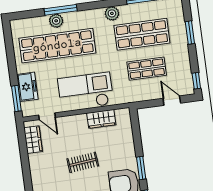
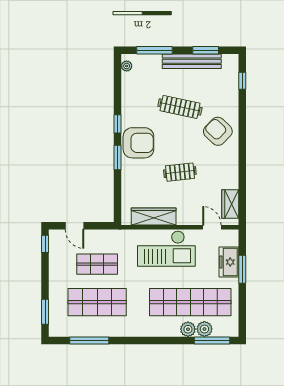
window: (61, 10) -> (212, 340), moved
plant: (112, 13) -> (204, 329), moved
window: (190, 33) -> (45, 312), moved
window: (16, 98) -> (242, 269), moved
wardrobe: (101, 119) -> (154, 217), width x1.50

